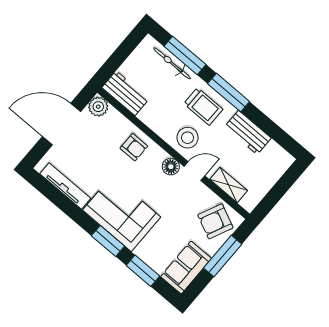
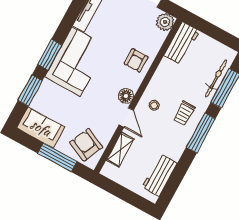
trolley: (203, 106) -> (184, 113), width x0.73, depth x0.72
workbench: (248, 132) -> (160, 175), moved
stool: (188, 138) -> (154, 105), width x0.53, depth x0.53

